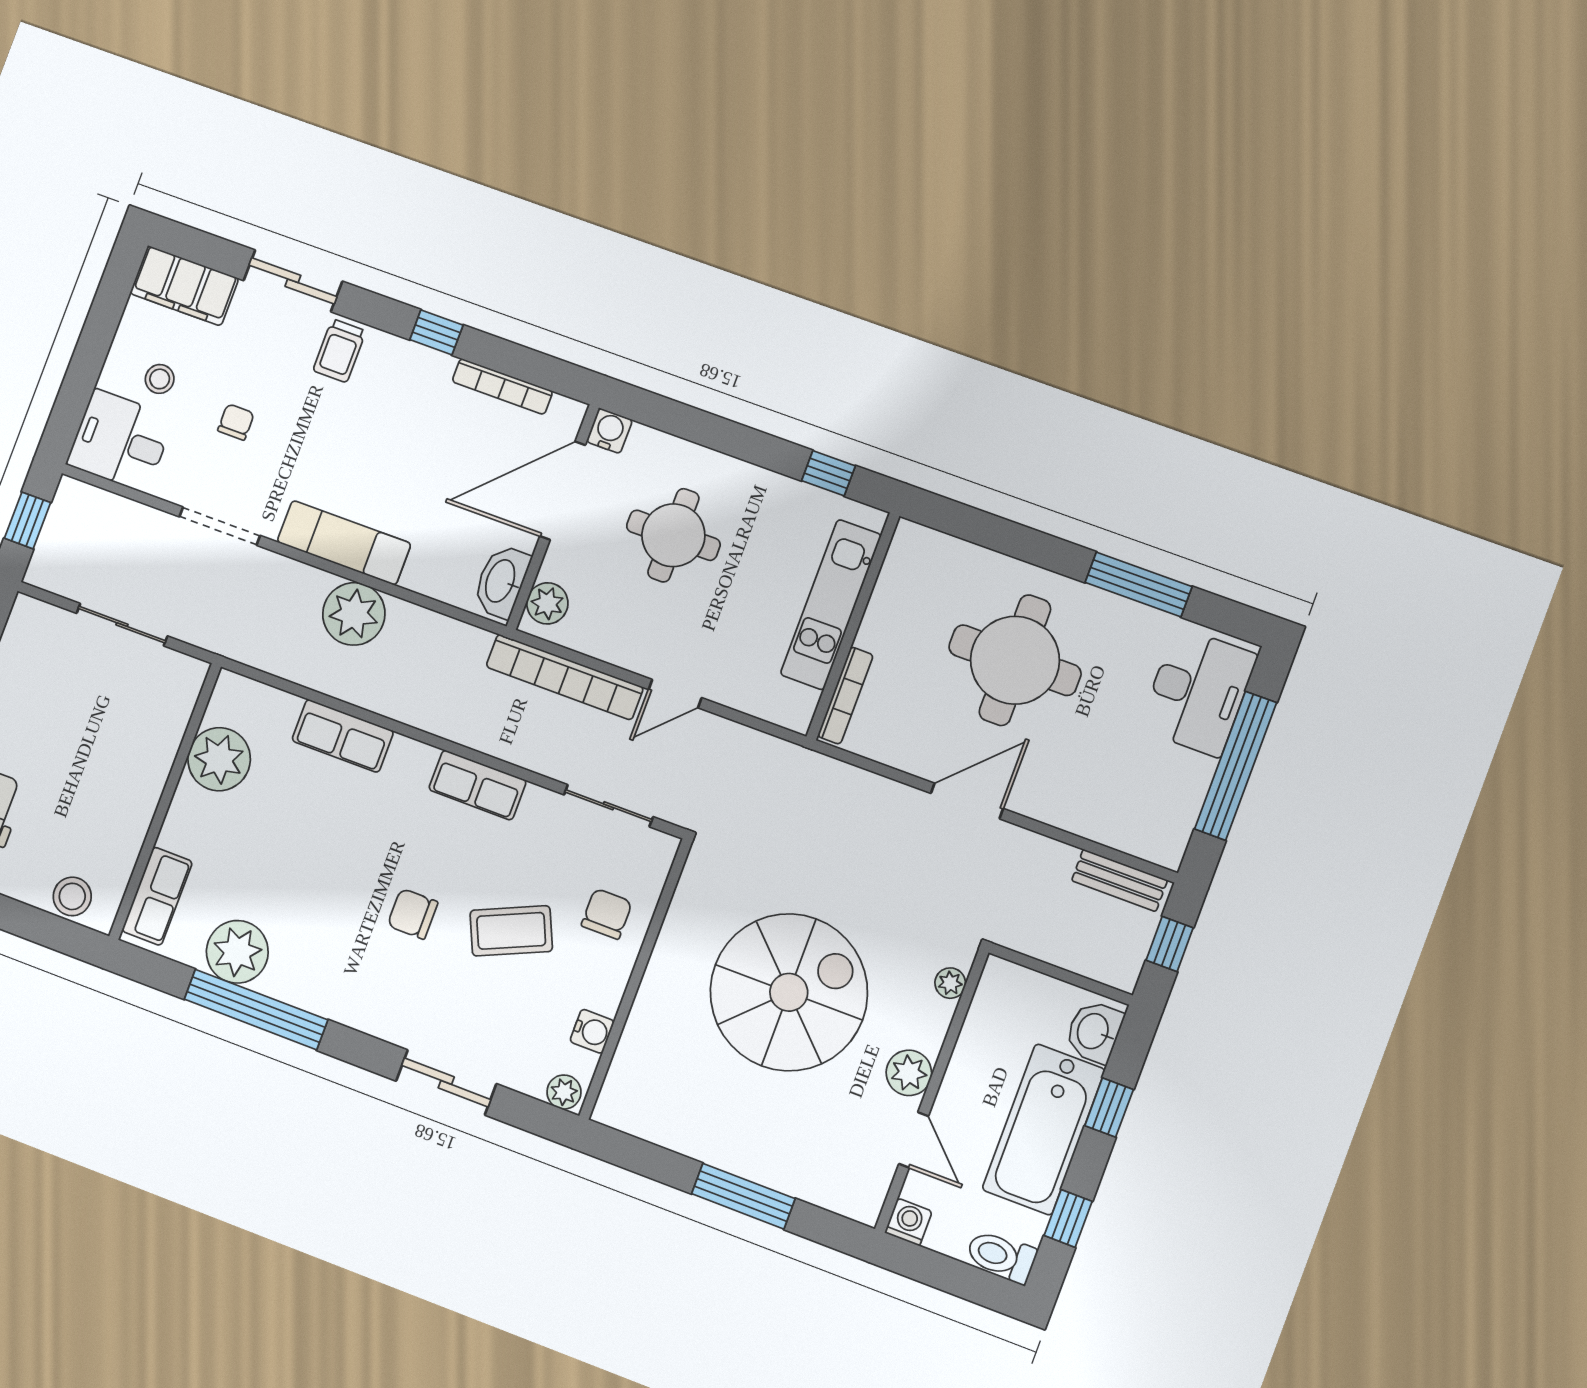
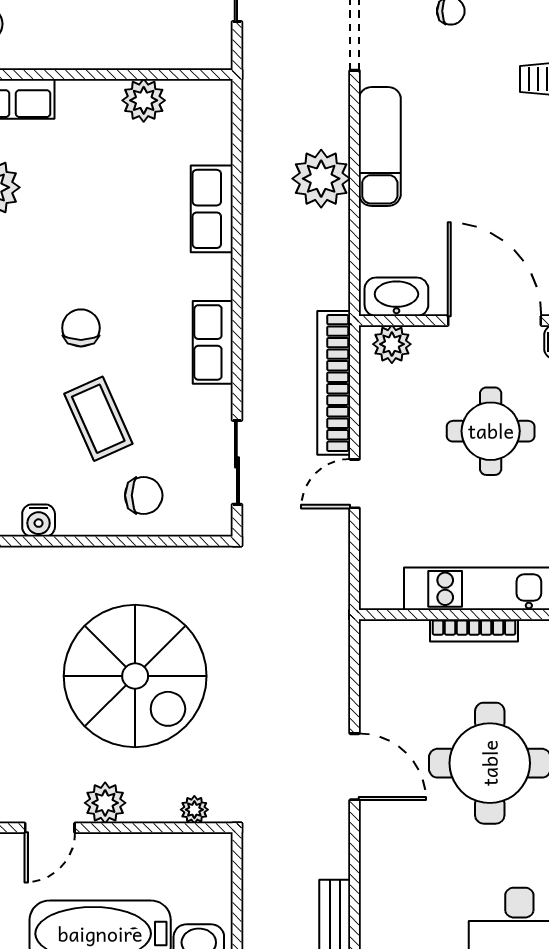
door: (675, 694) -> (355, 484), hinge flipped
bookcase: (845, 696) -> (474, 630), moved
plant: (219, 759) -> (144, 100), width x0.73, depth x0.73

